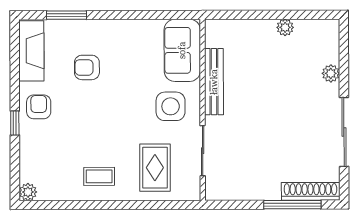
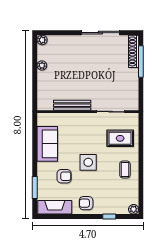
sofa: (182, 50) -> (47, 144), moved, turned -90
armchair: (87, 67) -> (64, 176), turned -90
plant: (331, 73) -> (42, 40), moved
side table: (171, 106) -> (88, 162), moved
window: (15, 123) -> (109, 217), moved

